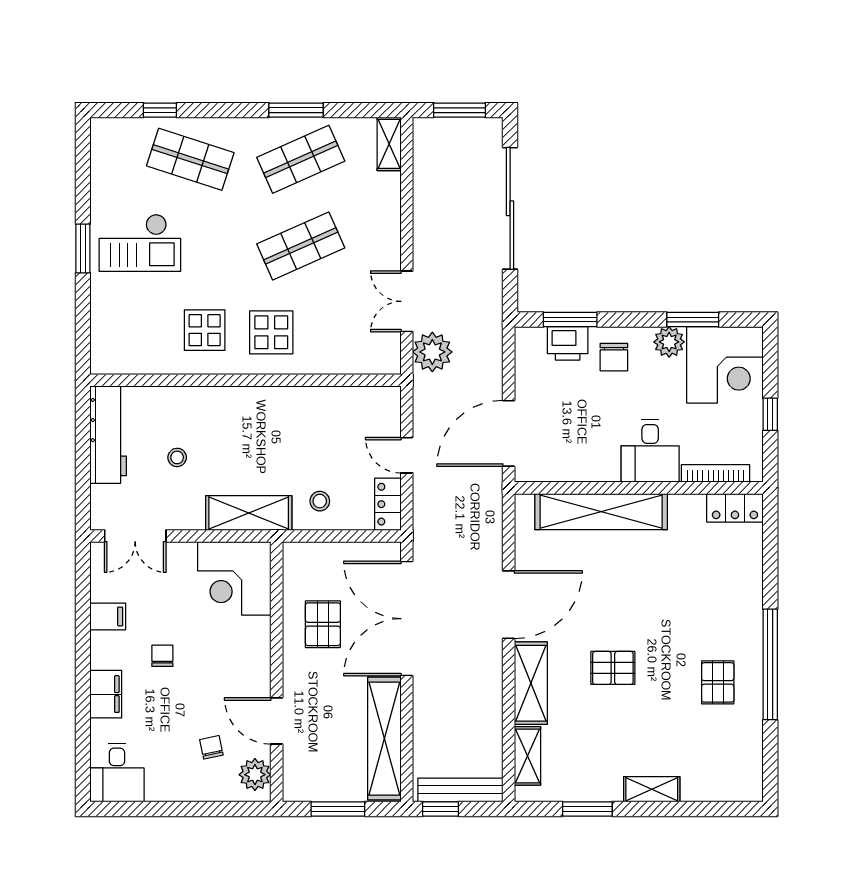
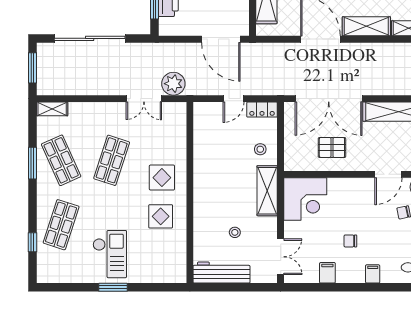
shop shelf: (301, 246) -> (112, 160), turned 42
filing cabinet: (106, 694) -> (373, 274), width x0.50

